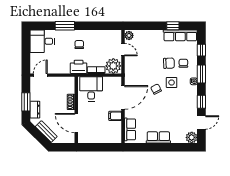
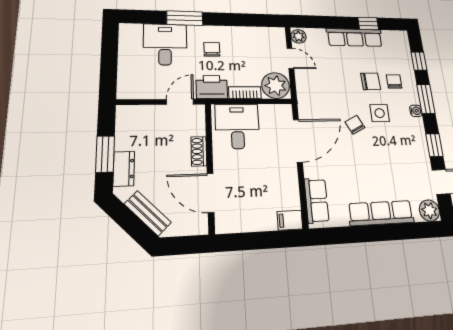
row of seats: (180, 35) -> (355, 38), moved
desk: (42, 41) -> (165, 44), moved, turned 90
door: (40, 75) -> (180, 102), moved
filing cabinet: (115, 116) -> (290, 220), moved
row of seats: (158, 137) -> (381, 213), width x1.48

